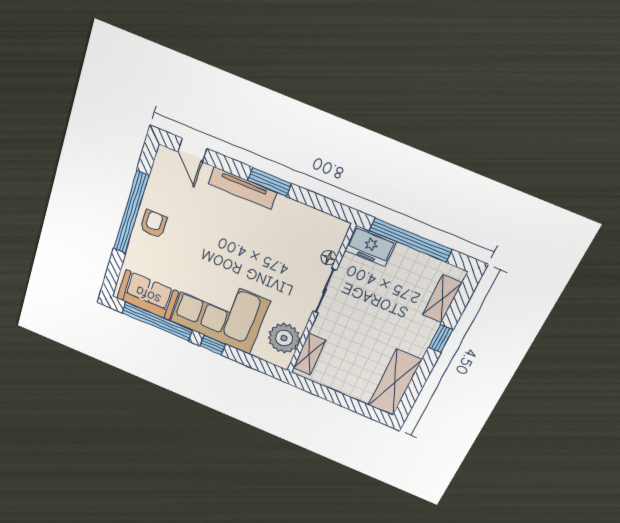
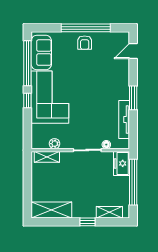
tv unit: (242, 188) -> (124, 119), moved
armchair: (153, 224) -> (85, 43), turned 90
plant: (284, 338) -> (55, 144), width x0.53, depth x0.53

